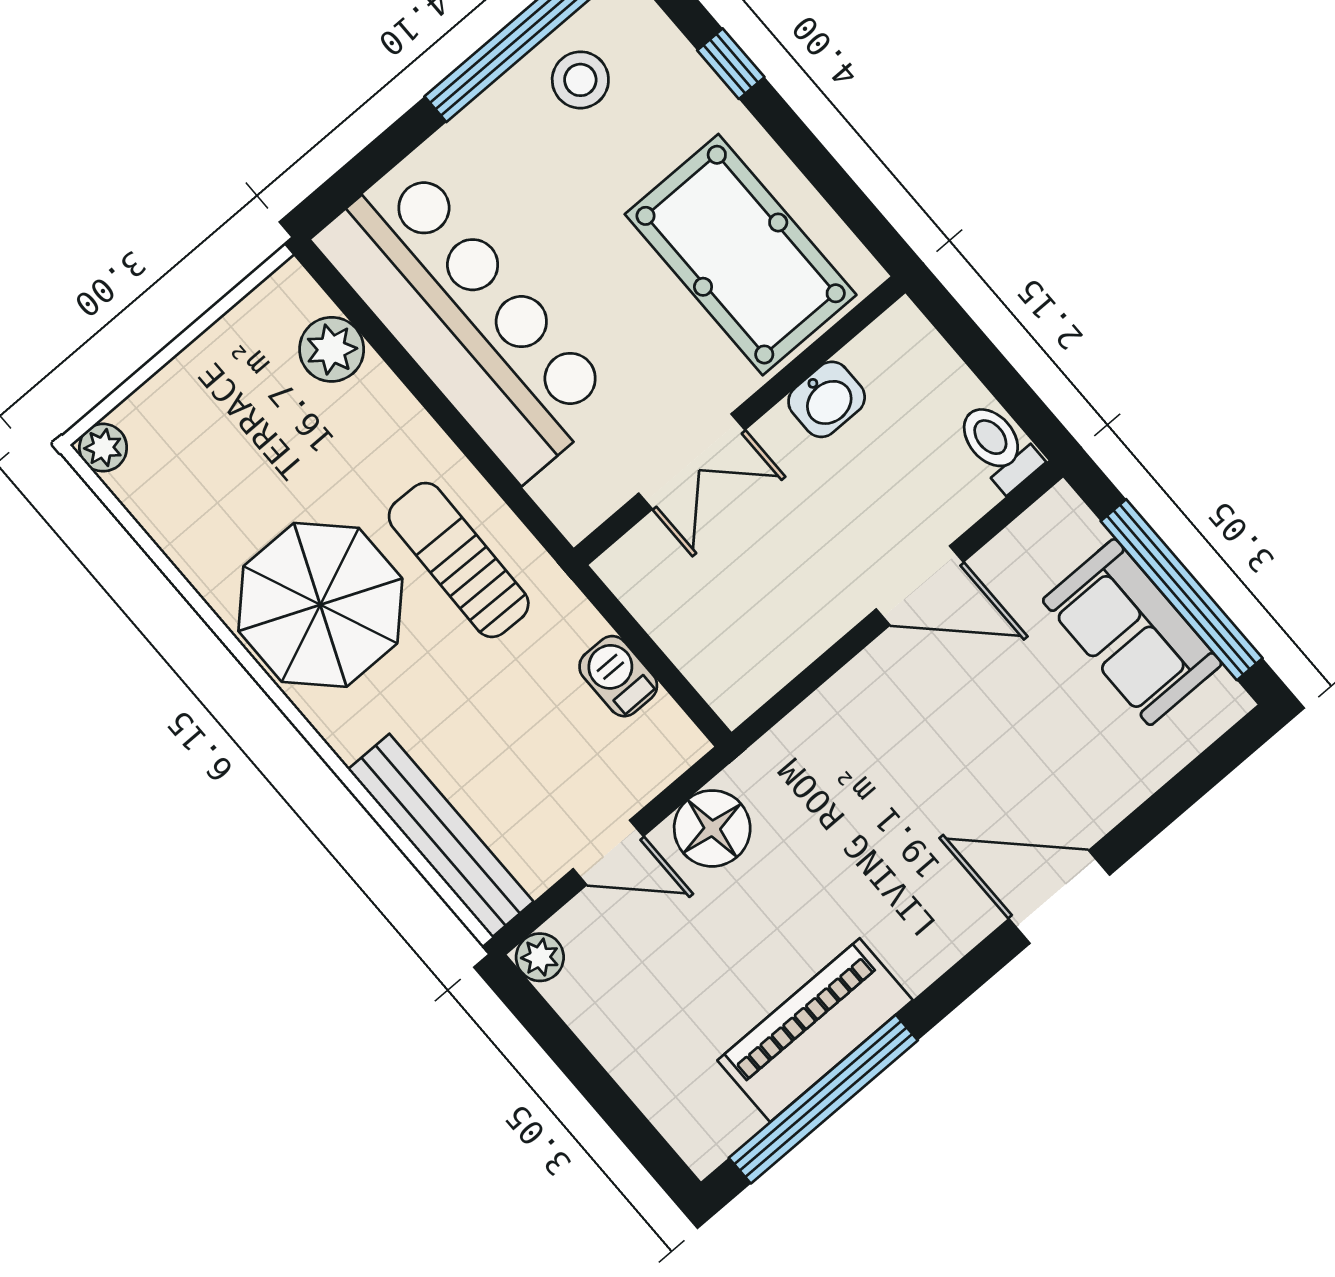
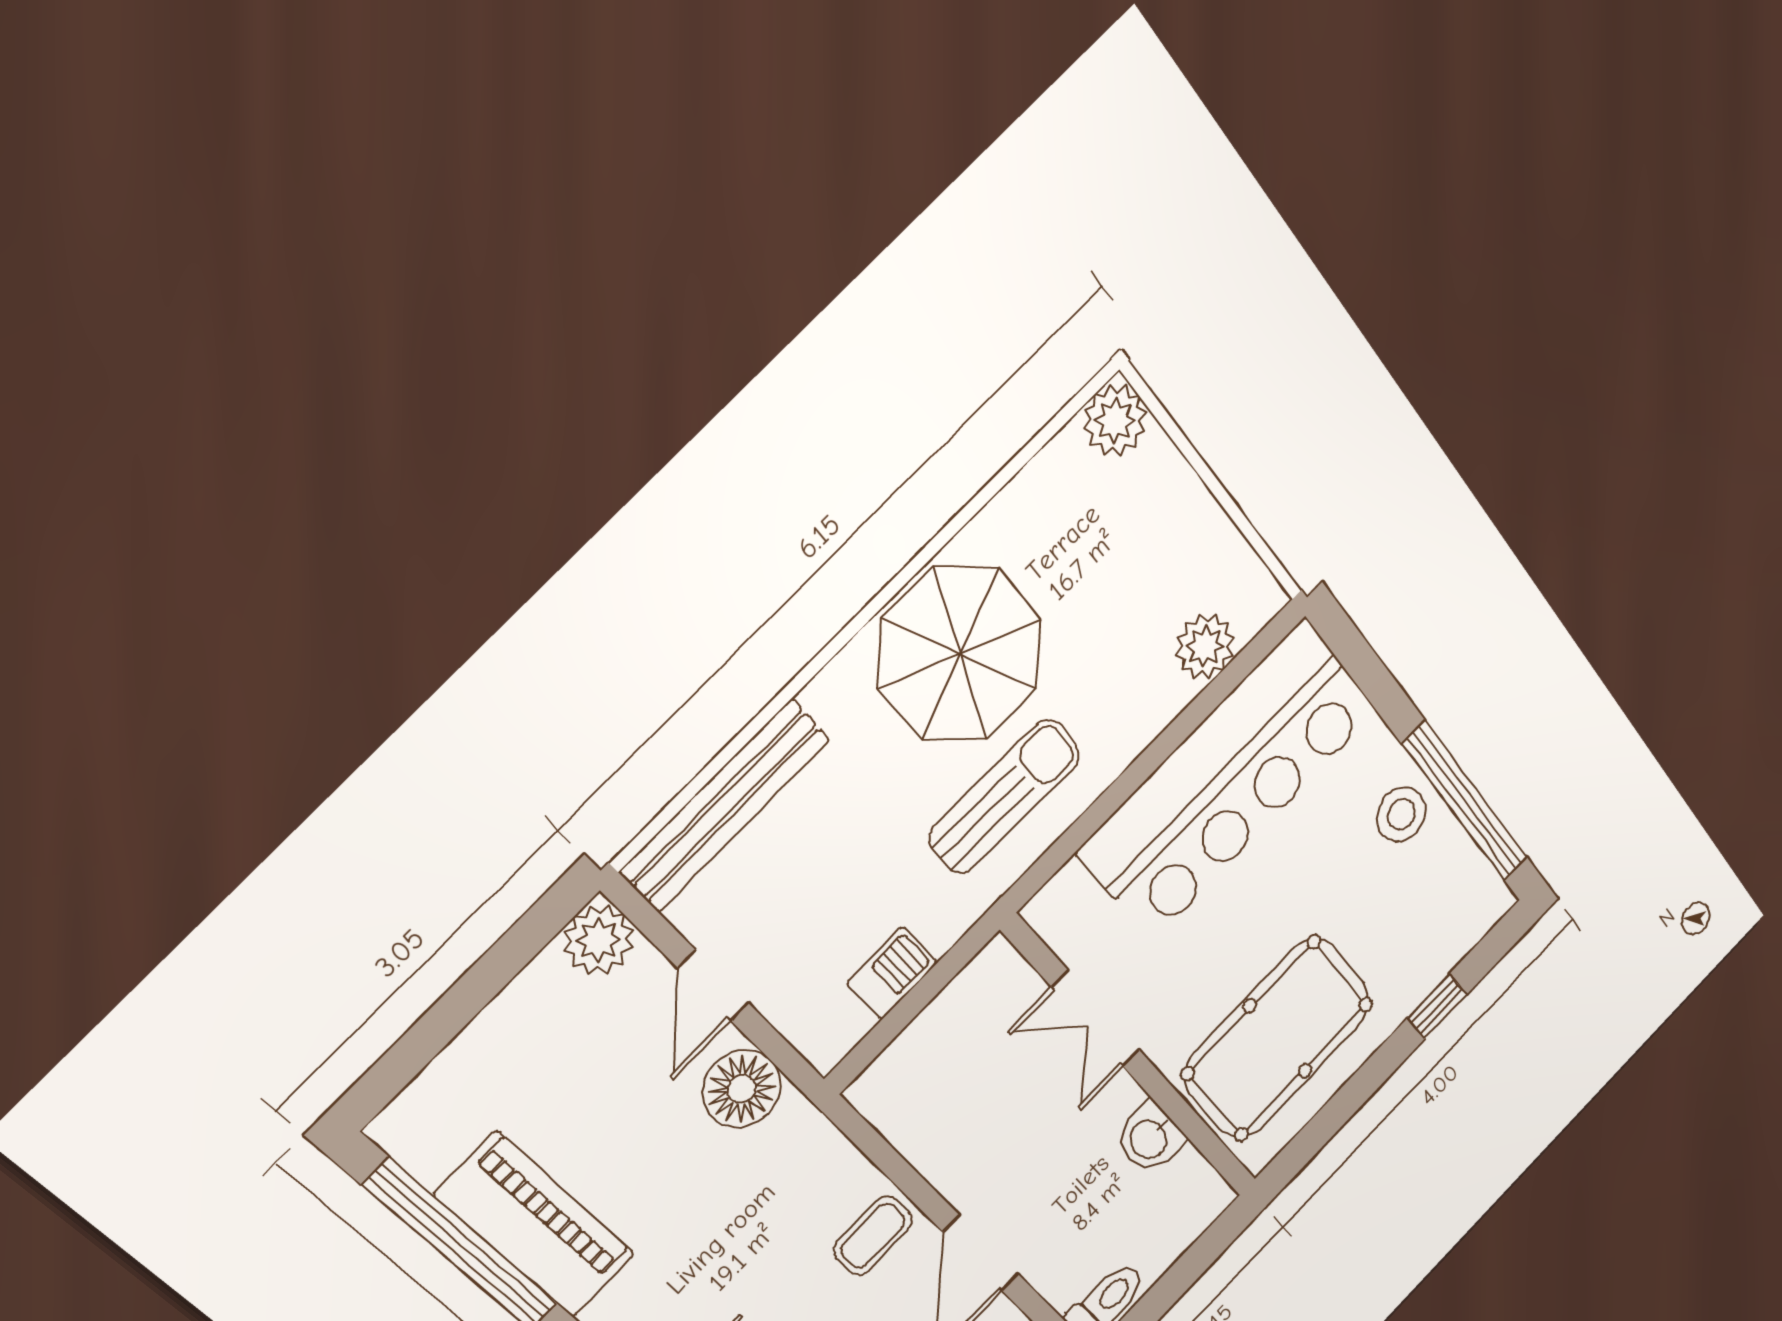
stool: (580, 80) -> (1401, 814), moved
plant: (103, 448) -> (1115, 421), width x1.38, depth x1.38
coffee table: (882, 700) -> (873, 1236), added
plant: (540, 957) -> (599, 940), width x1.38, depth x1.38

